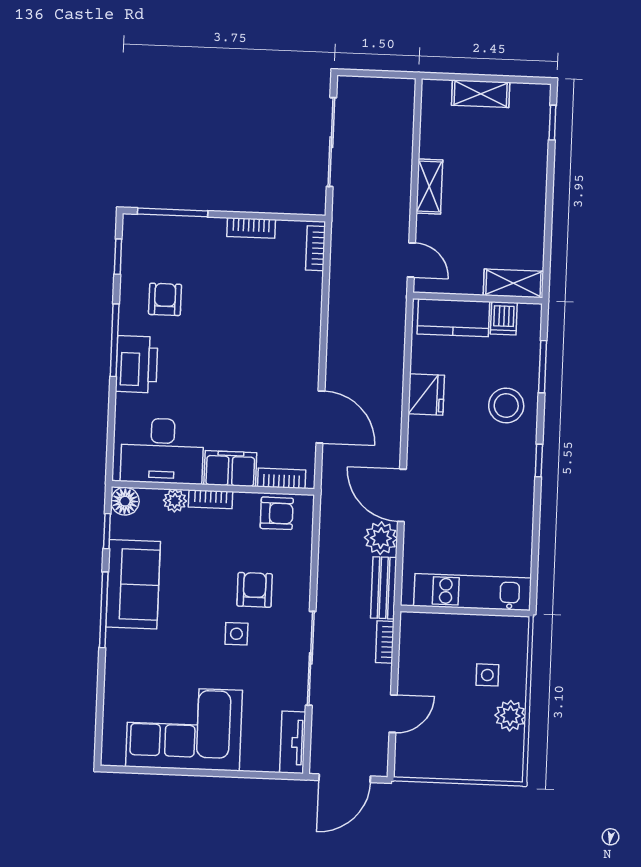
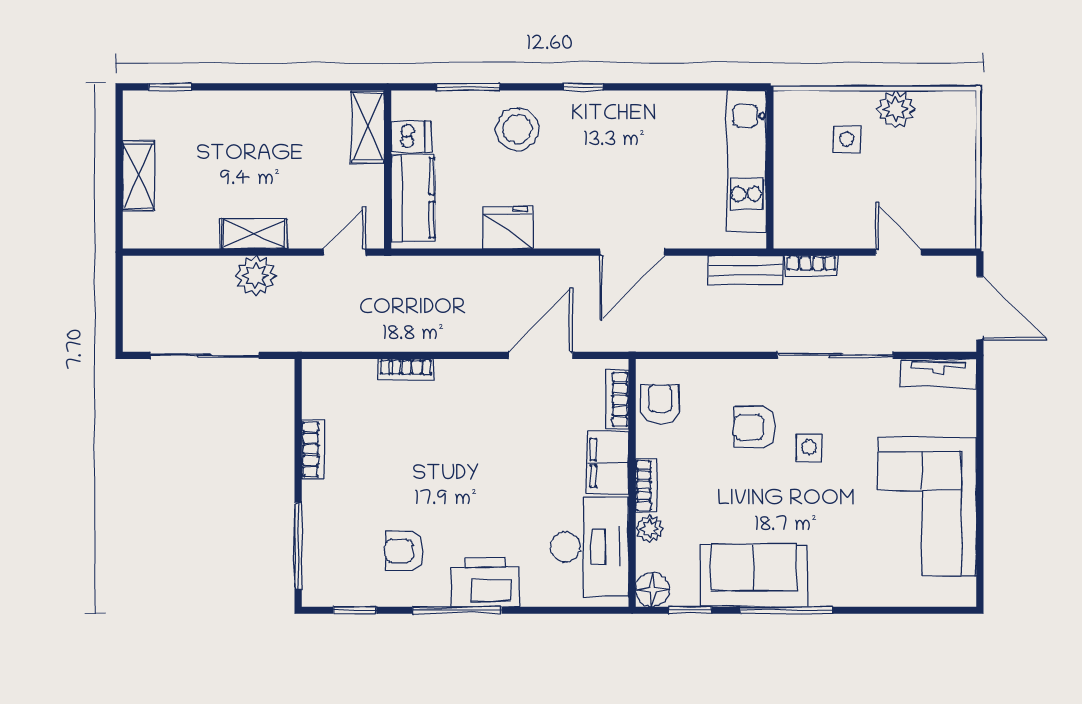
bookcase: (315, 248) -> (406, 370), moved
plant: (381, 538) -> (256, 276), moved

